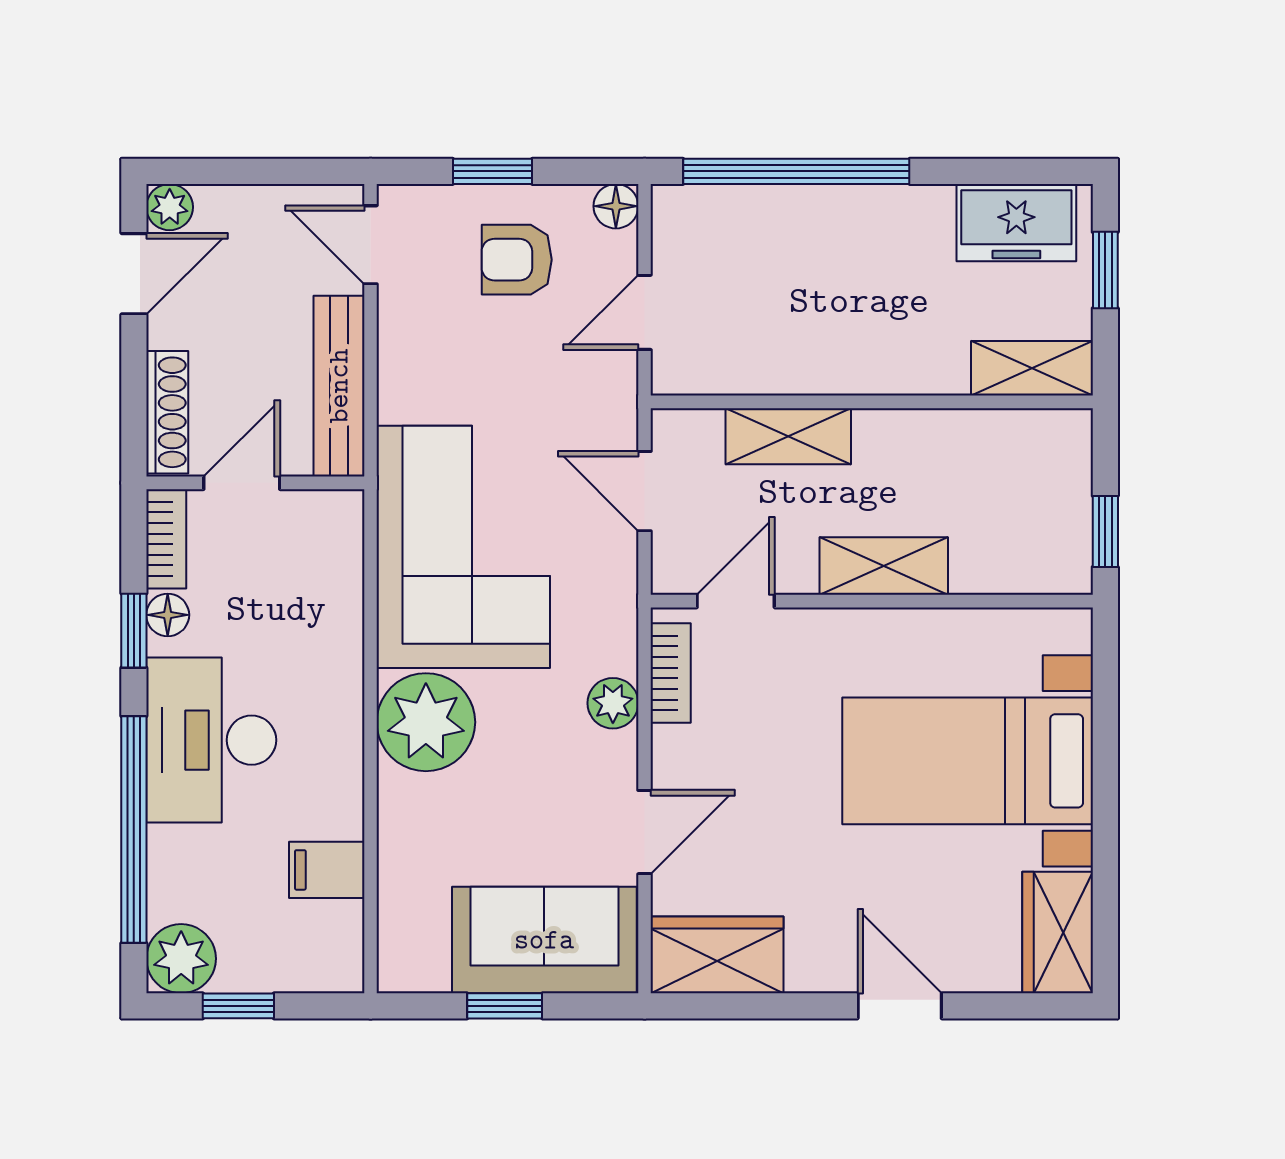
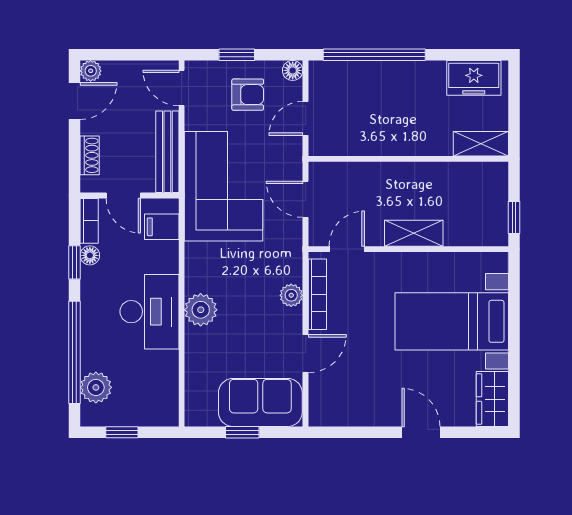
armchair: (517, 260) -> (248, 95), turned 180
window: (1105, 270) -> (514, 99), removed
shoe rack: (167, 412) -> (90, 155), width x0.70
shelving: (788, 436) -> (371, 174), removed
door: (242, 483) -> (123, 196), swing flipped
corner sofa: (463, 547) -> (224, 186), moved
bookcase: (671, 673) -> (317, 294), width x1.56
plant: (426, 722) -> (201, 310), width x0.73, depth x0.73
desk: (211, 740) -> (149, 312), moved, turned 180
filing cabinet: (327, 870) -> (162, 227), moved
wardrobe: (717, 955) -> (338, 409), removed
plant: (181, 959) -> (96, 387), moved

